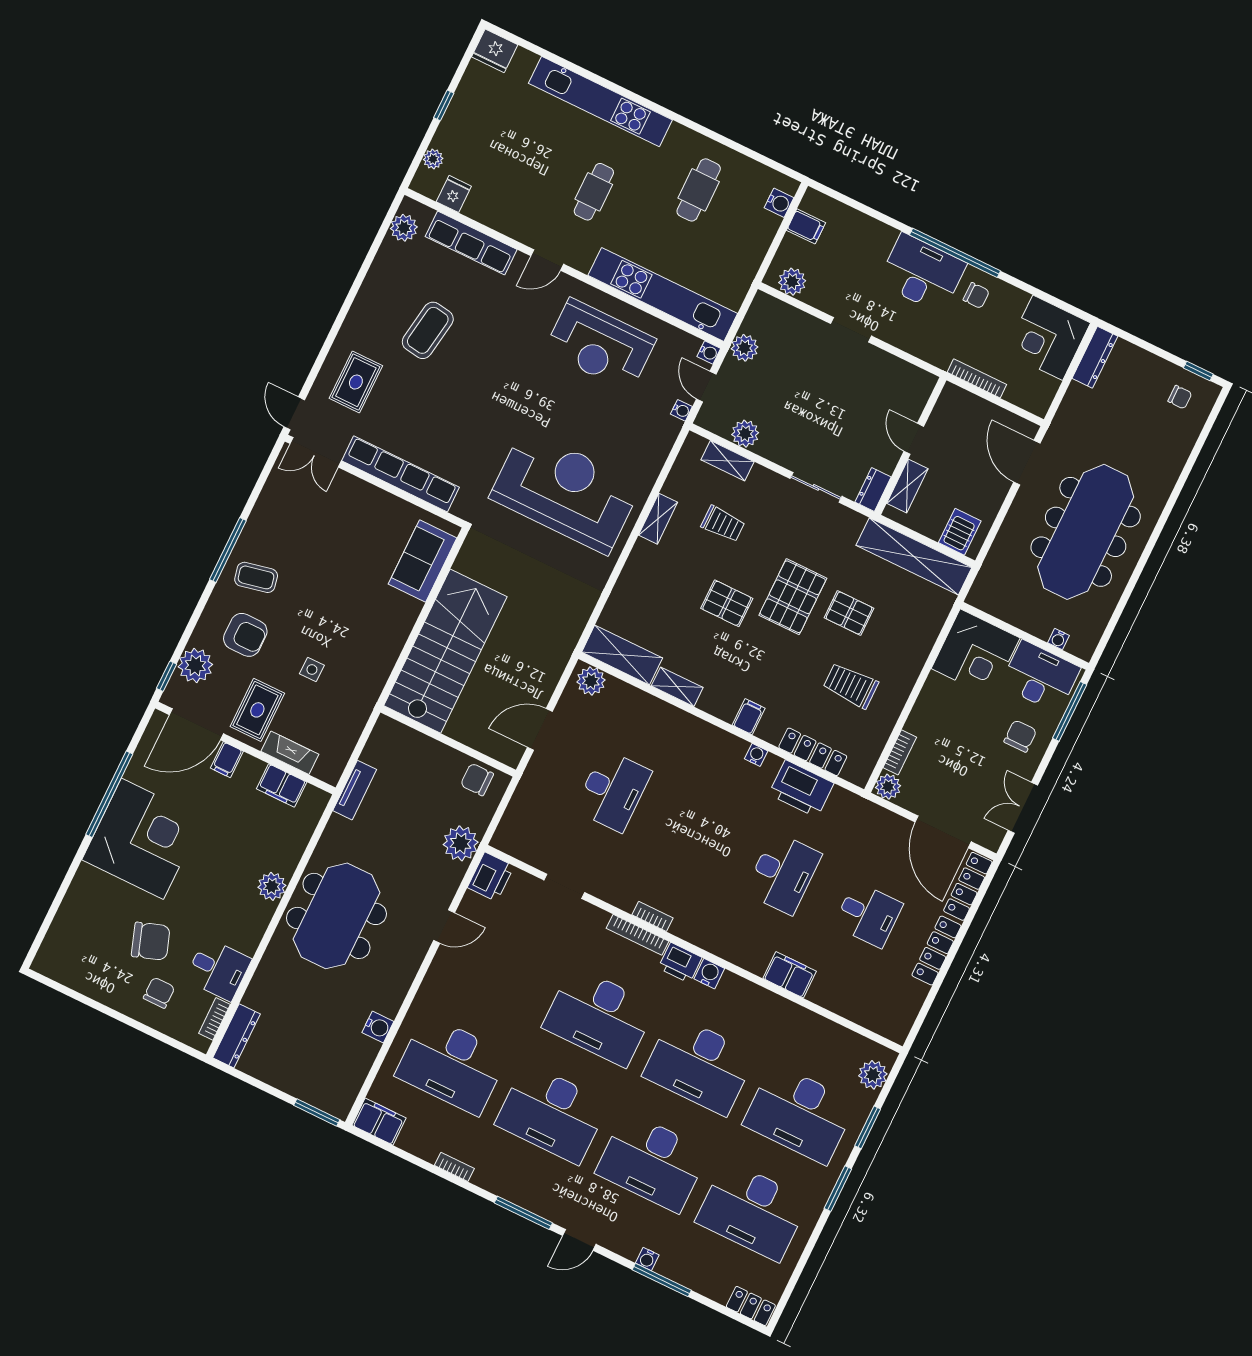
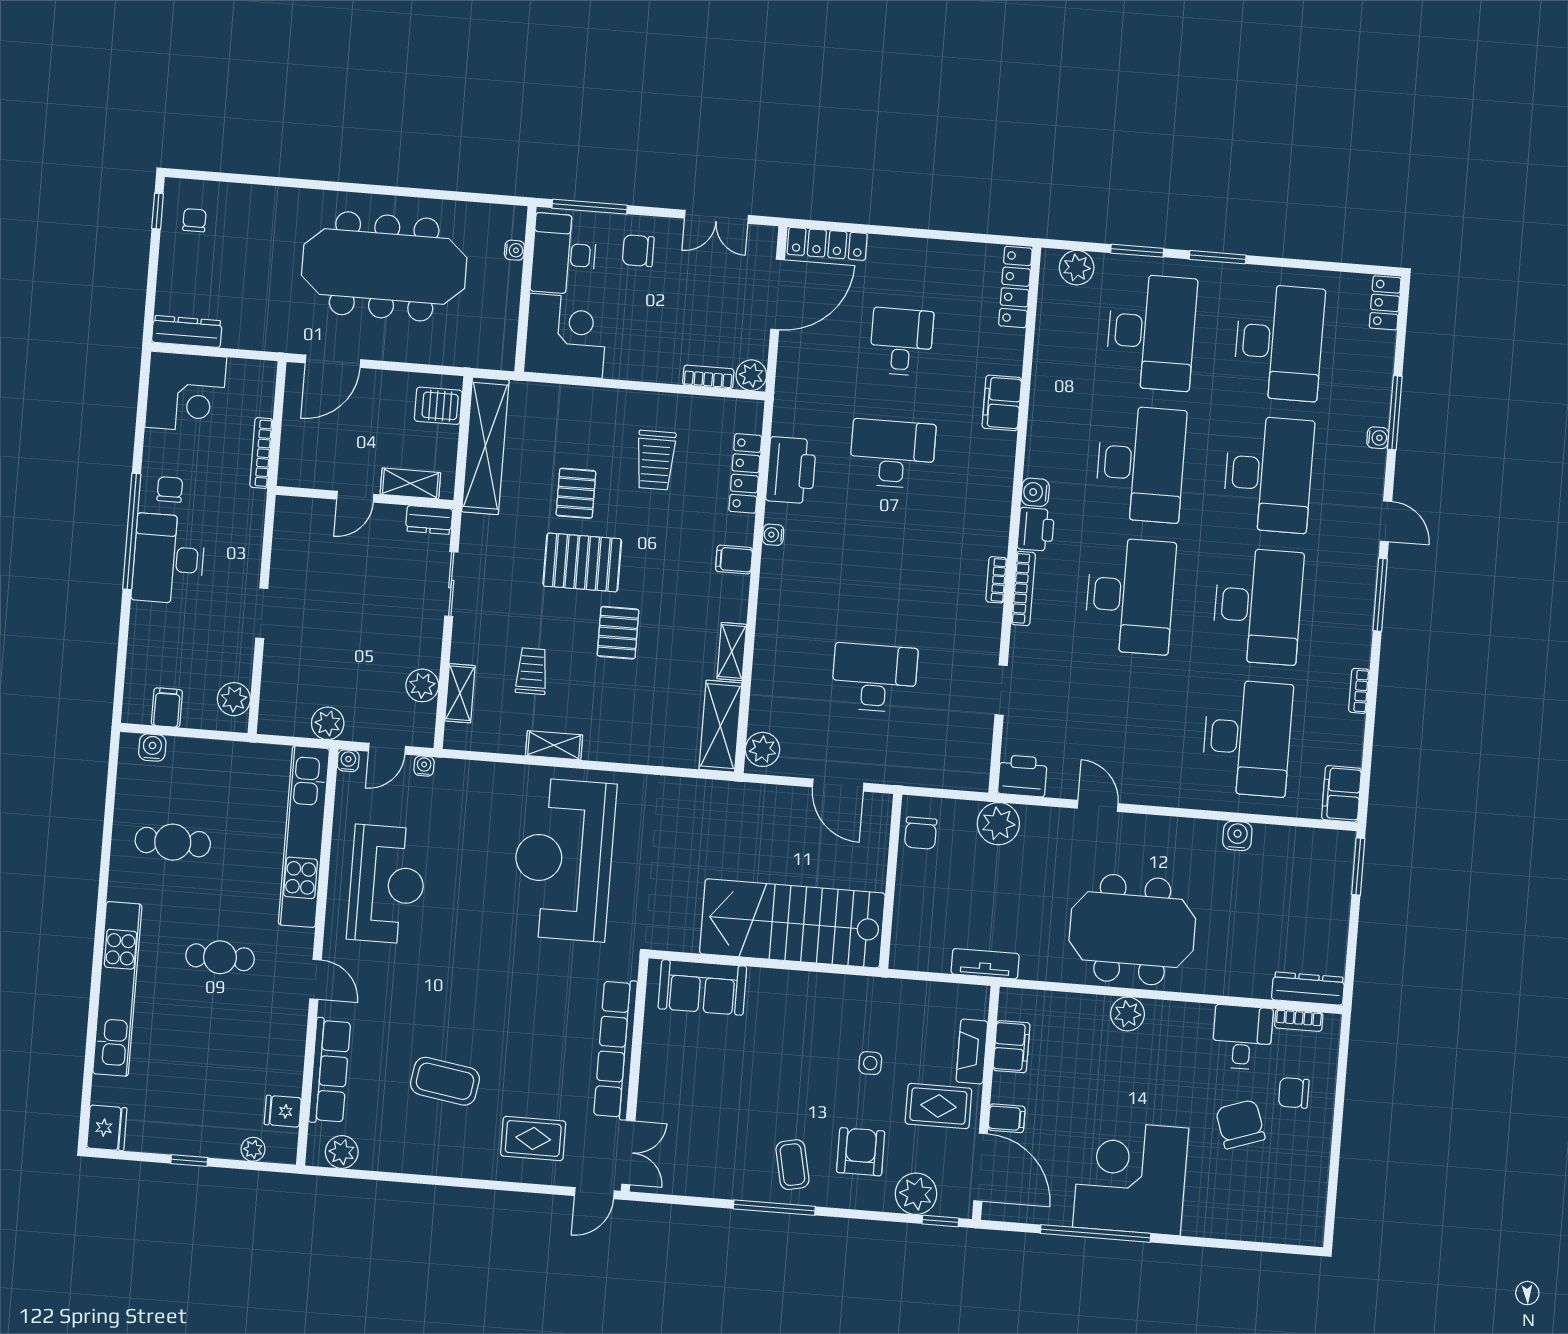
locker: (936, 951) -> (1015, 287), moved, turned 90

